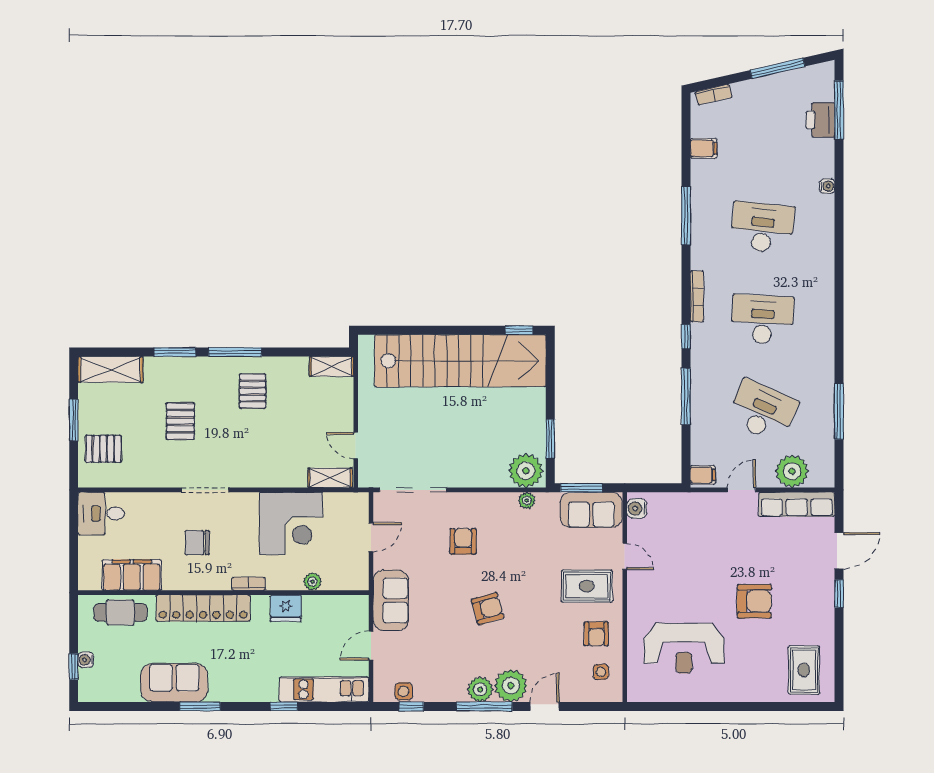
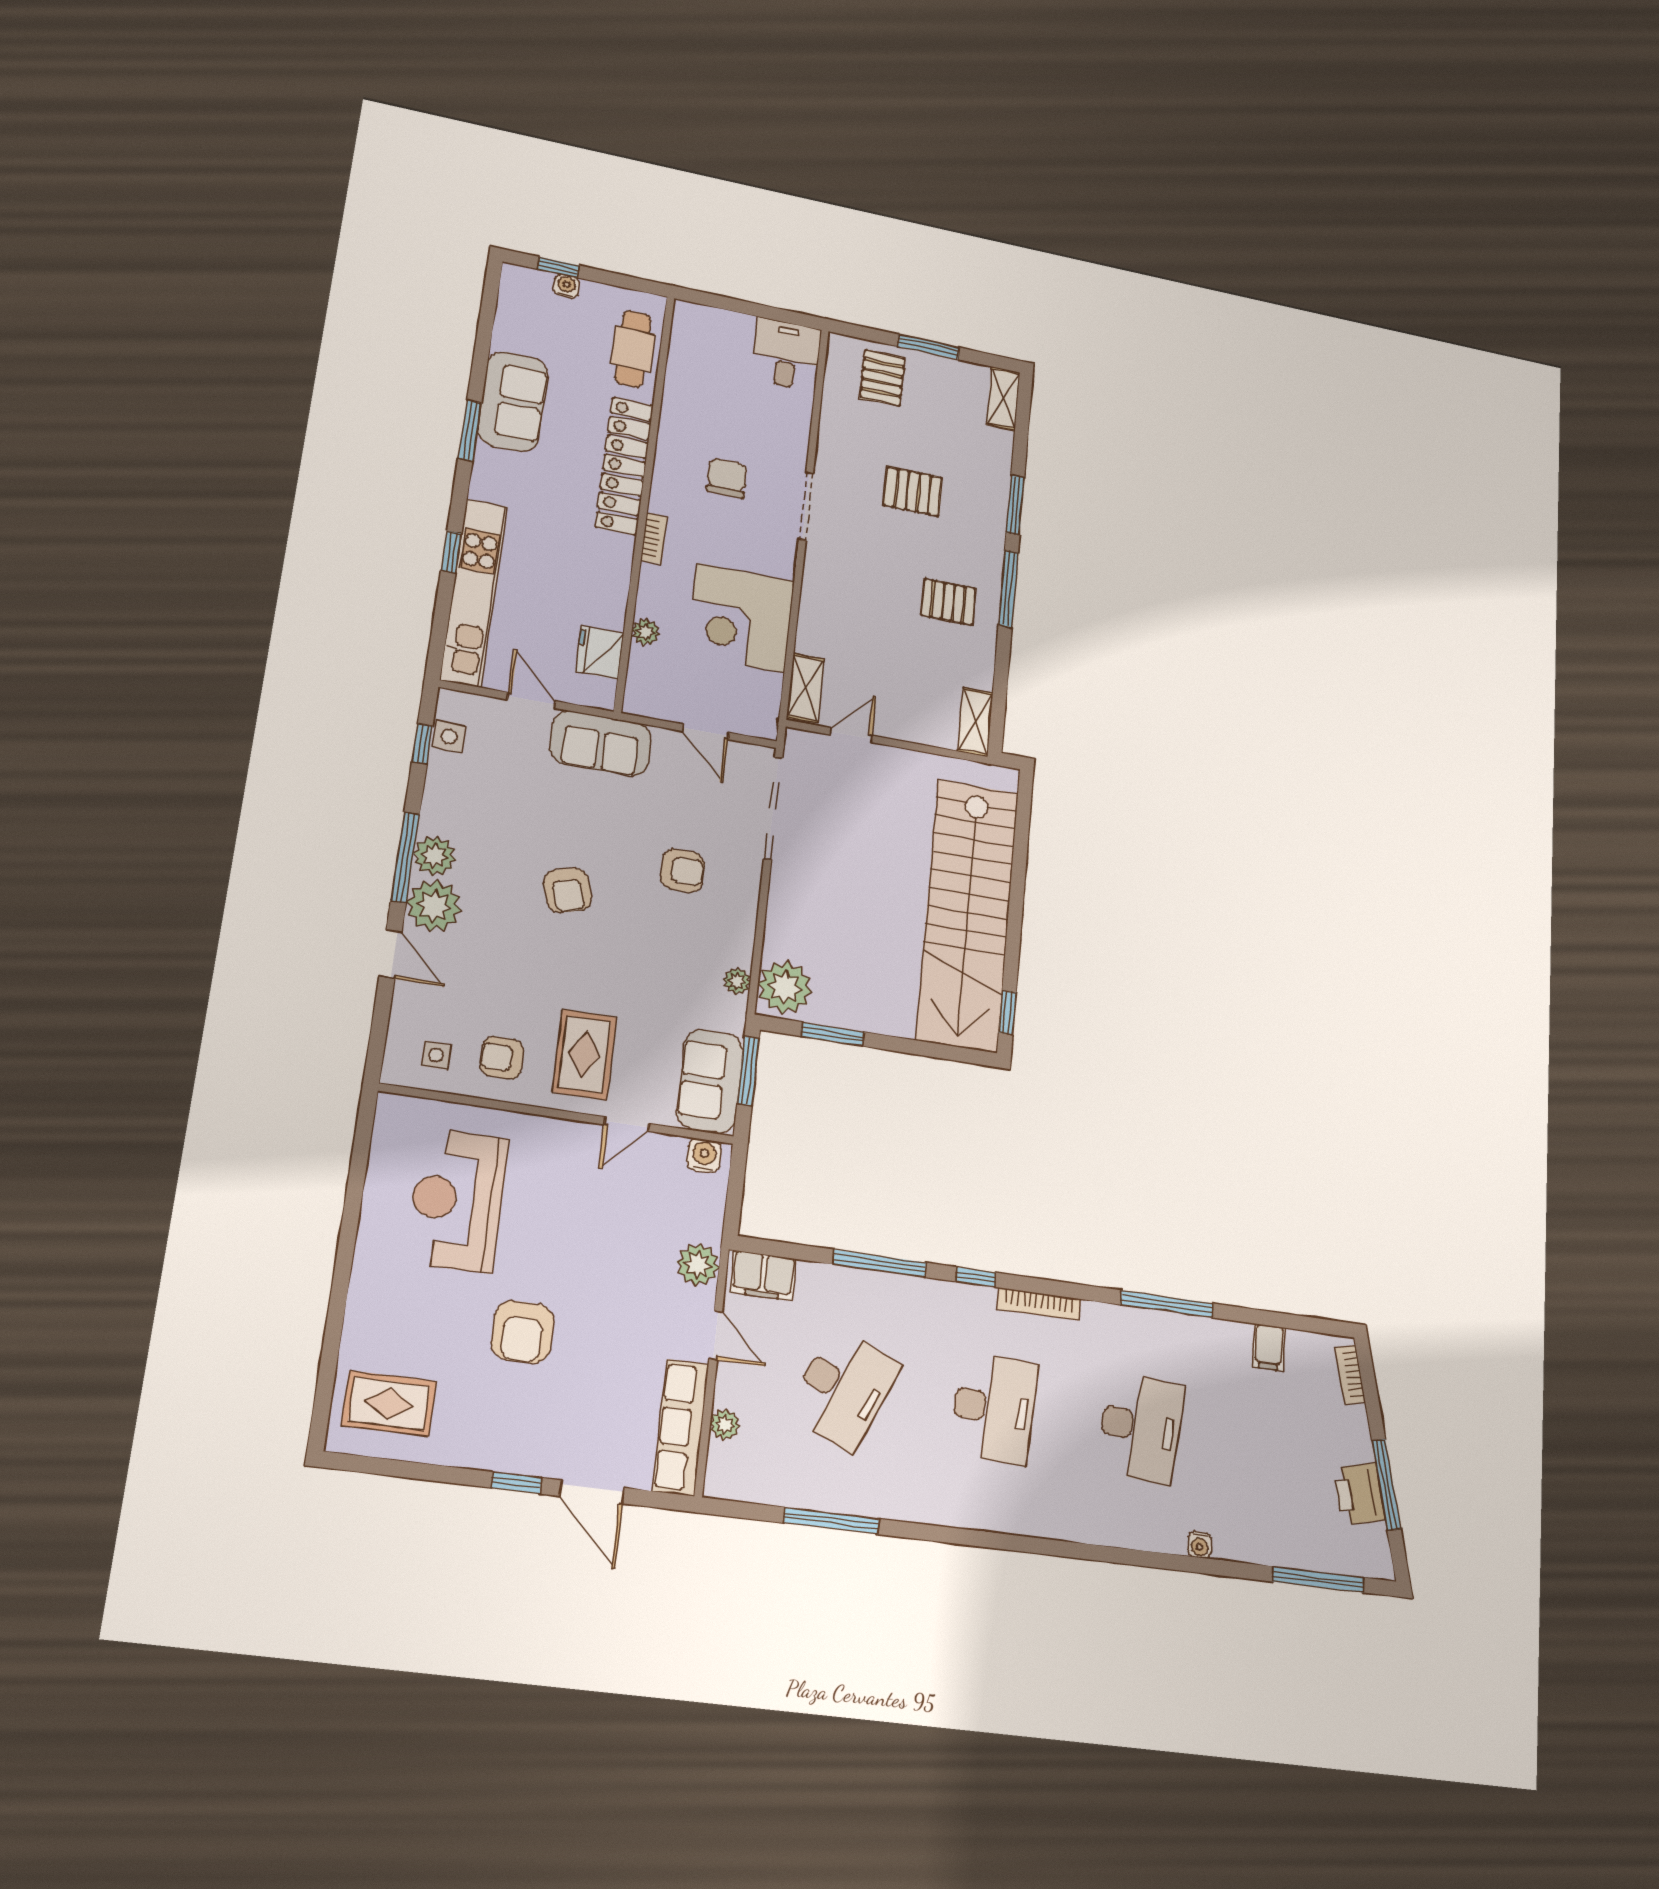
printer: (820, 120) -> (1359, 1494), moved, turned -103
shelving: (110, 369) -> (1003, 398), width x0.67, depth x0.75
plant: (792, 471) -> (725, 1425), width x0.53, depth x0.53
filing cabinet: (703, 475) -> (763, 1276), width x2.00
plant: (702, 505) -> (698, 1265), added
filing cabinet: (132, 575) -> (688, 377), removed
fridge: (286, 608) -> (600, 653), moved
kitchen unit: (324, 689) -> (474, 592), width x1.36

